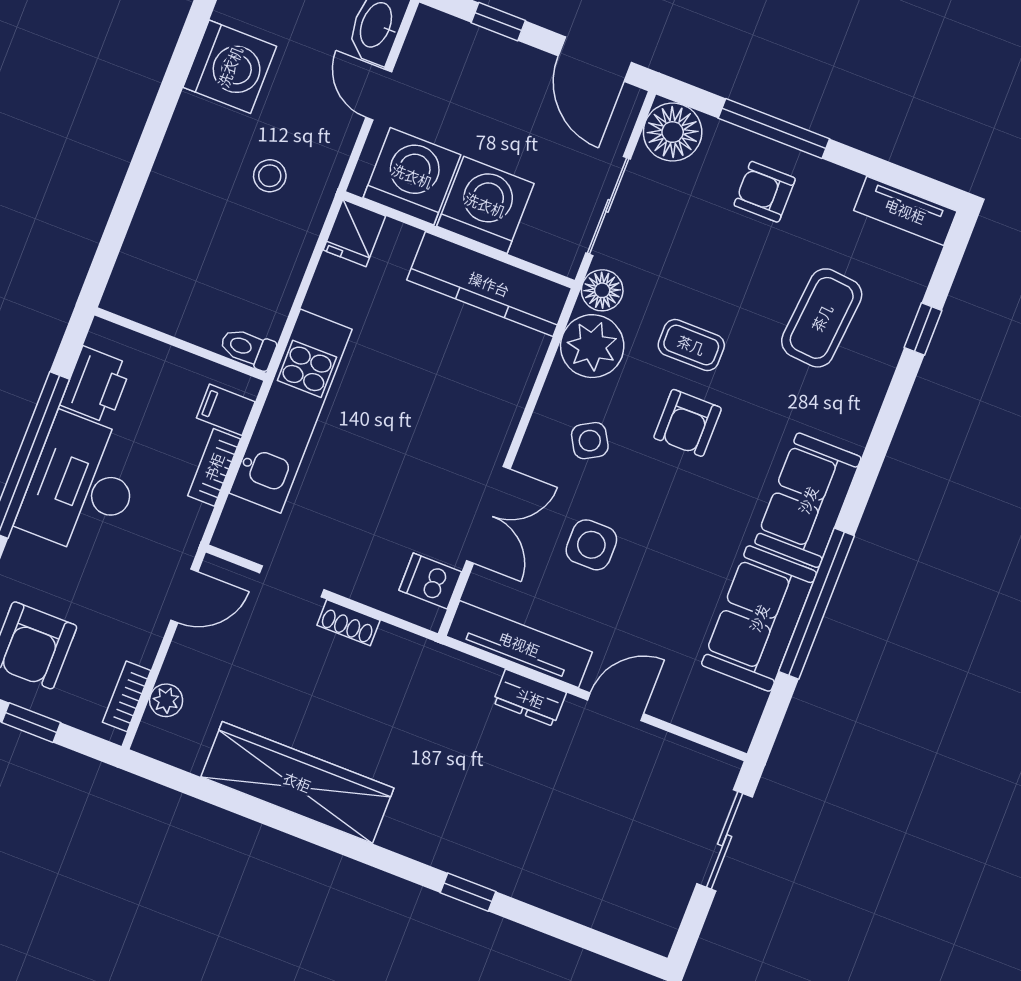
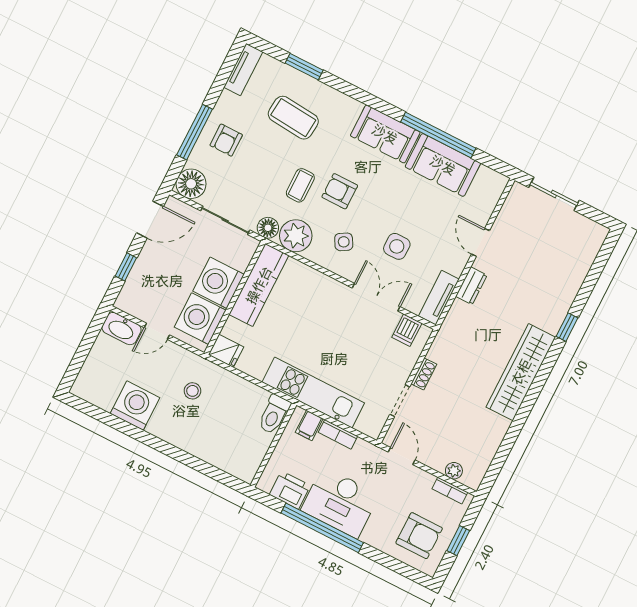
window: (923, 329) -> (304, 67), width x1.50
toilet: (248, 348) -> (274, 414), width x1.37, depth x1.39
armchair: (688, 423) -> (340, 191), turned 180
tv unit: (519, 644) -> (439, 298), width x0.71
wardrobe: (297, 782) -> (521, 372), moved

